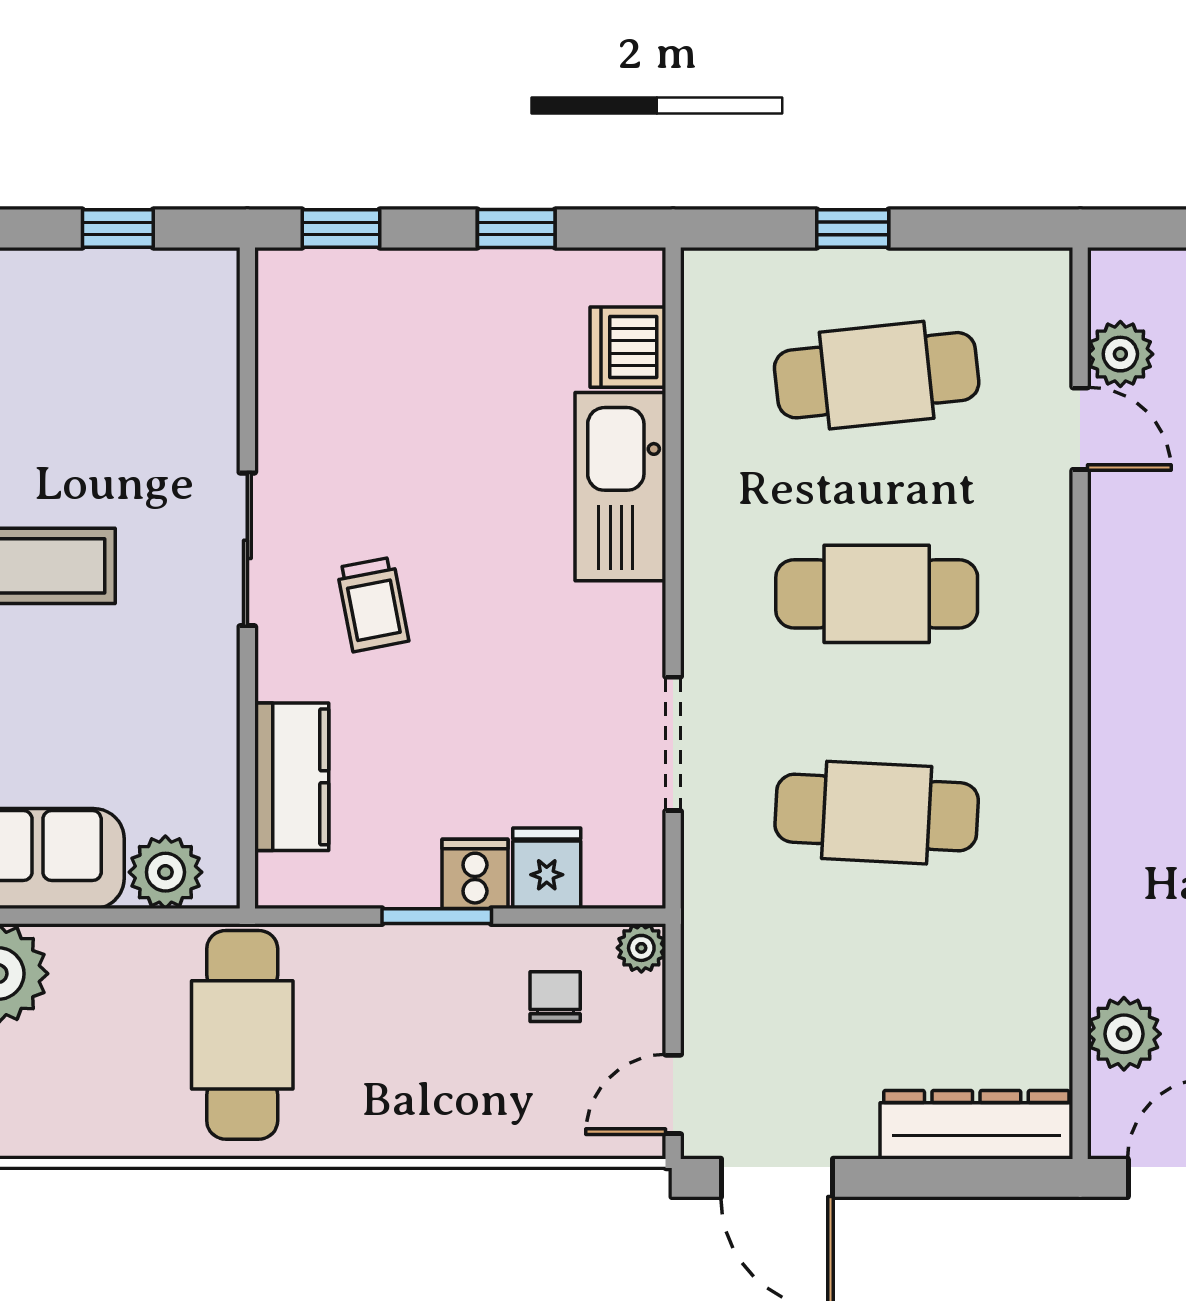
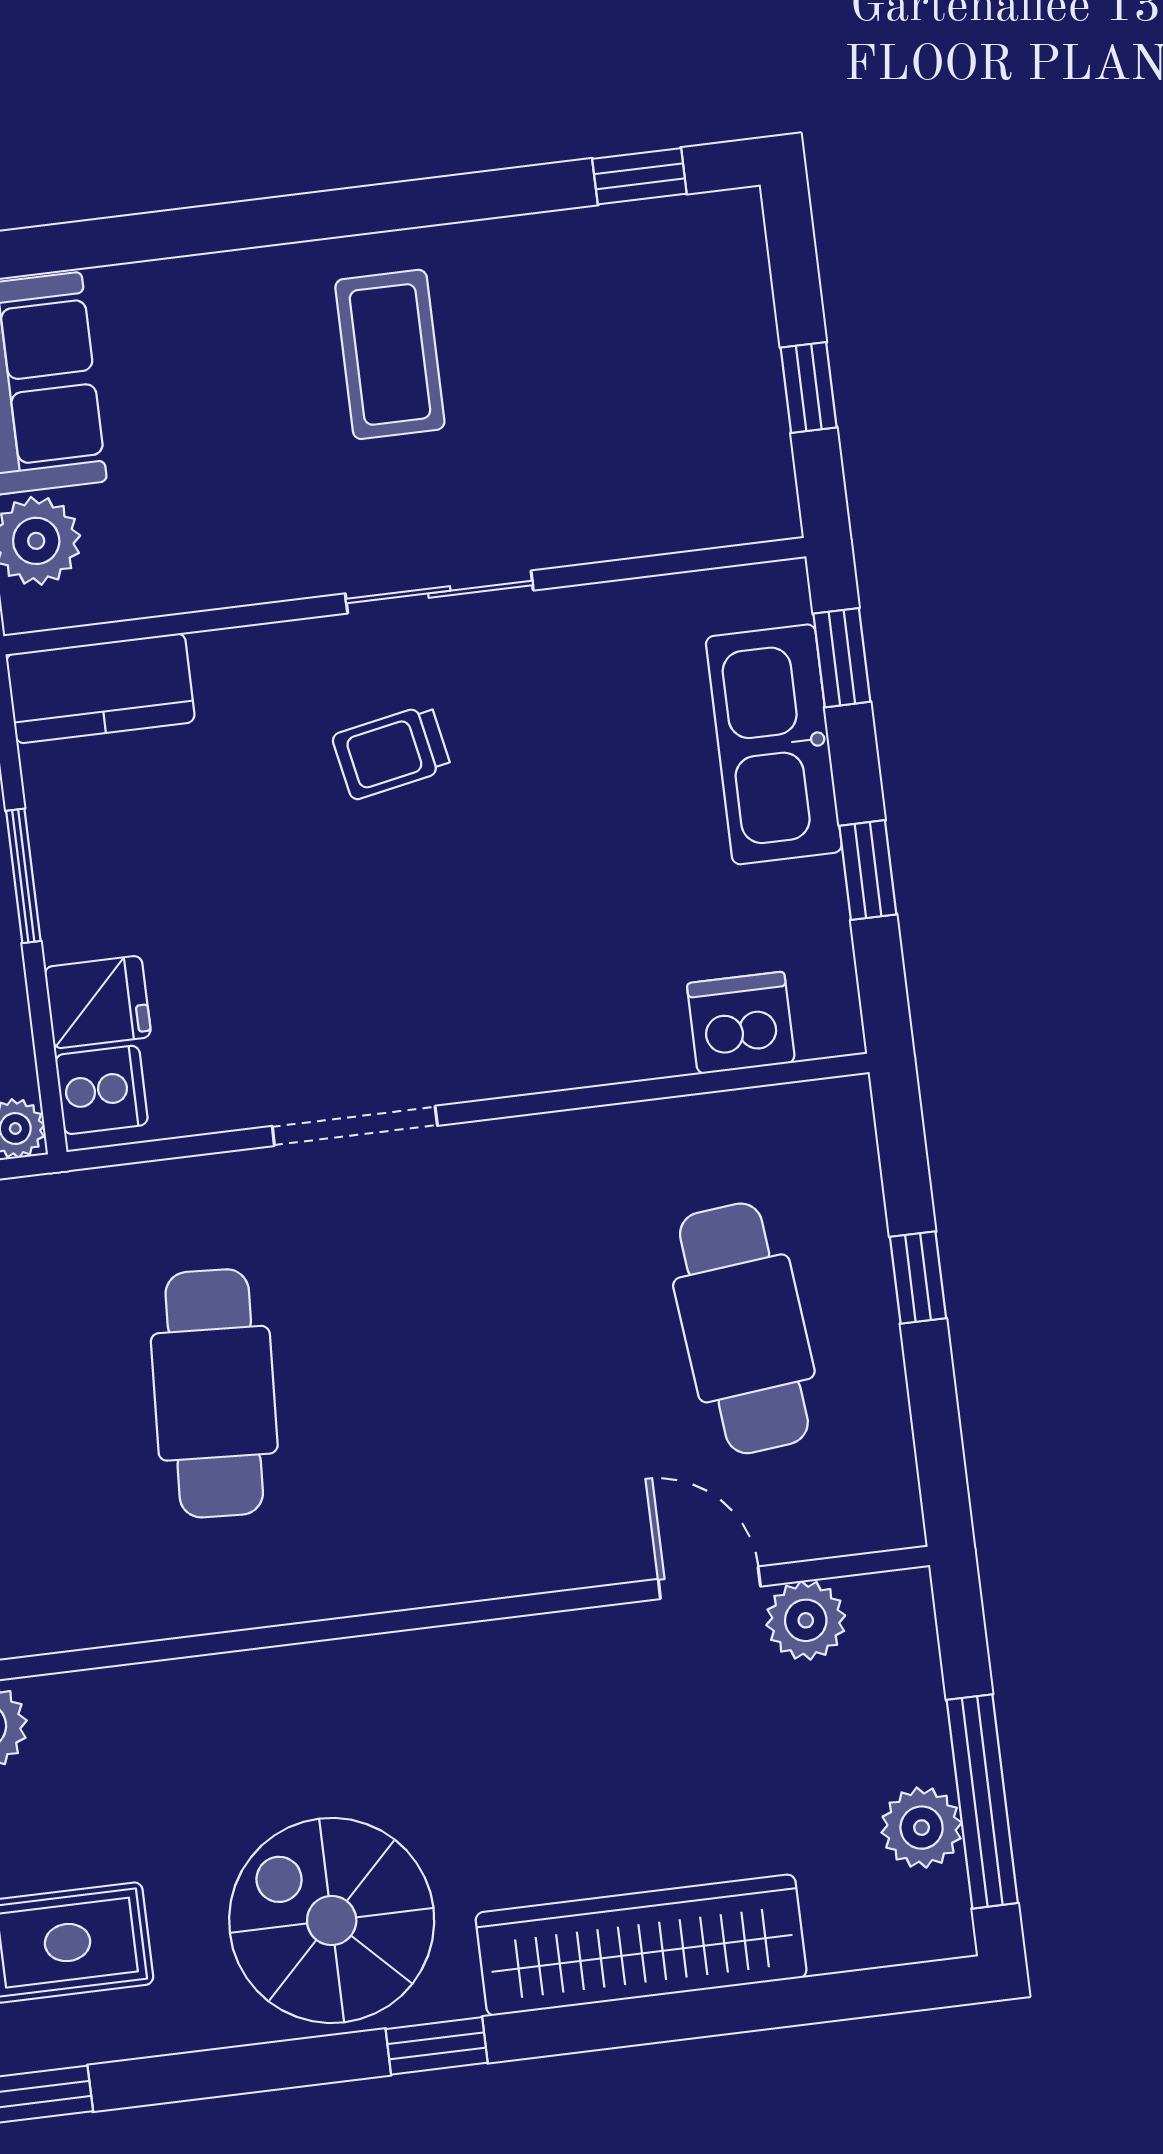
door: (1080, 429) -> (709, 1583), swing flipped
kitchen sink: (620, 487) -> (774, 744), moved, turned -90
cafe table: (877, 594) -> (479, 1361), removed
doorway: (673, 744) -> (355, 1126), moved
kitchen counter: (292, 777) -> (100, 688), moved
cooker: (475, 874) -> (102, 1090), moved

